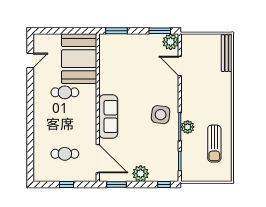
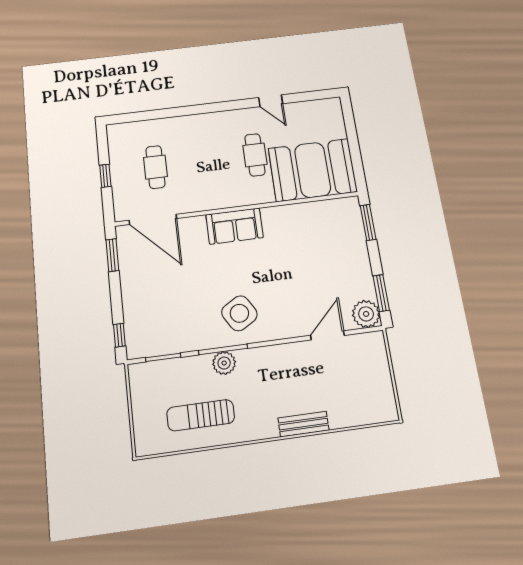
bench: (227, 53) -> (303, 424), moved, width x0.73
door: (30, 61) -> (271, 101), moved
side table: (161, 115) -> (239, 313), turned -38
sofa: (108, 116) -> (235, 226), width x0.73
door: (98, 159) -> (153, 219), hinge flipped
plant: (141, 174) -> (135, 293), removed

